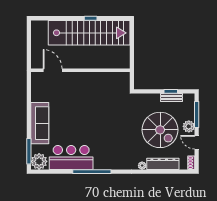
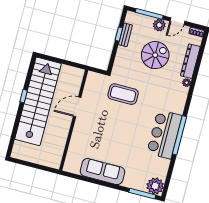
door: (53, 70) -> (77, 107), moved
coffee table: (116, 110) -> (123, 94), added
sofa: (40, 123) -> (102, 172), moved
spiral stairs: (160, 130) -> (155, 55), width x0.73, depth x0.73
bar counter: (71, 157) -> (164, 134), moved

